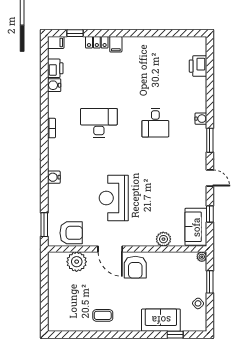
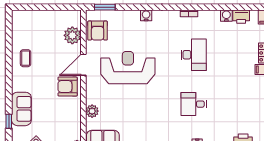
reception desk: (114, 198) -> (128, 68), width x1.36, depth x1.30

